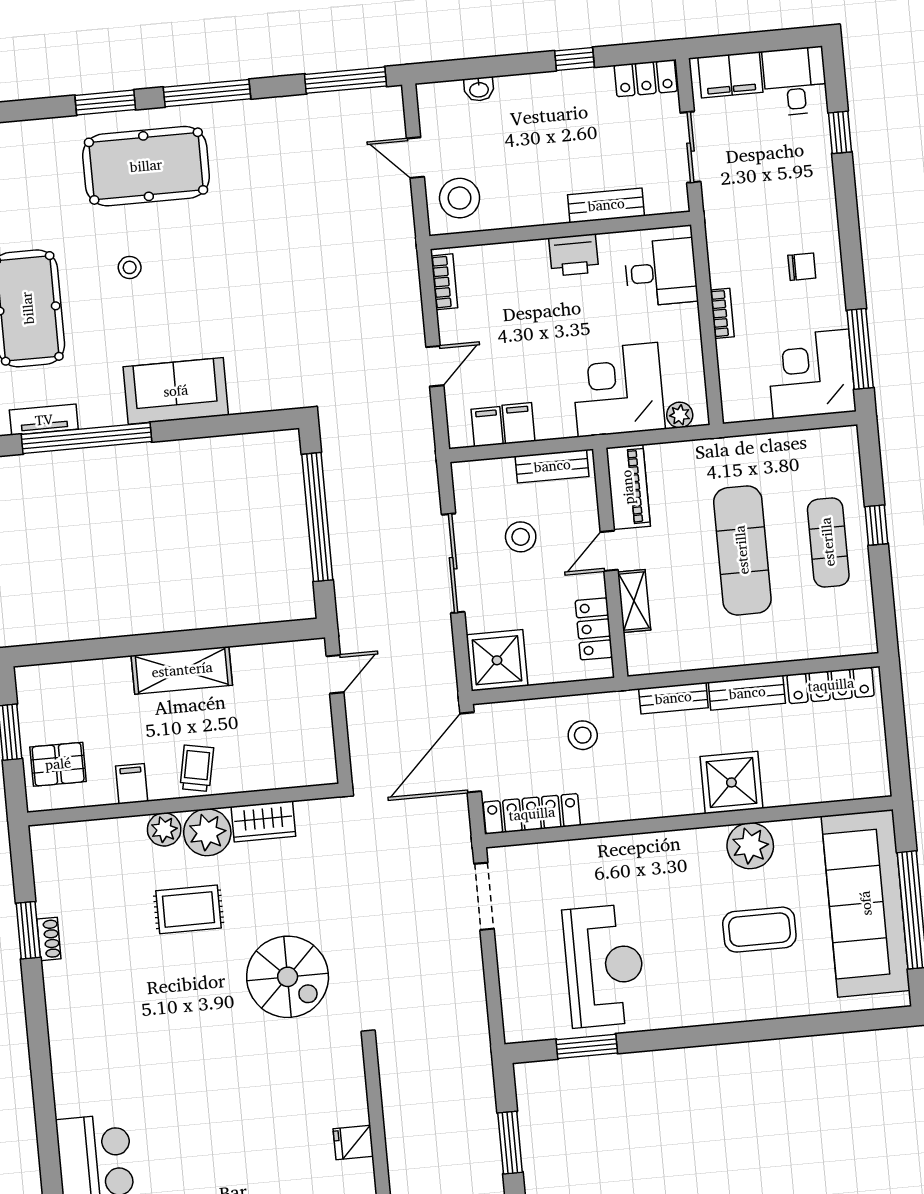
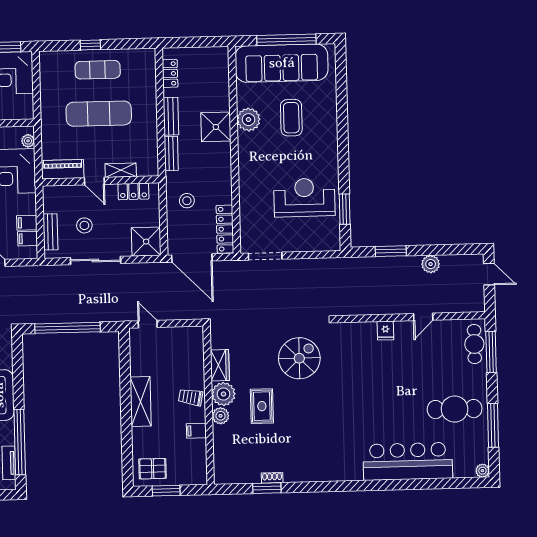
bench: (552, 466) -> (50, 232), moved
locker: (831, 685) -> (170, 73), width x0.66
pallet: (58, 764) -> (153, 469), moved, turned 90

